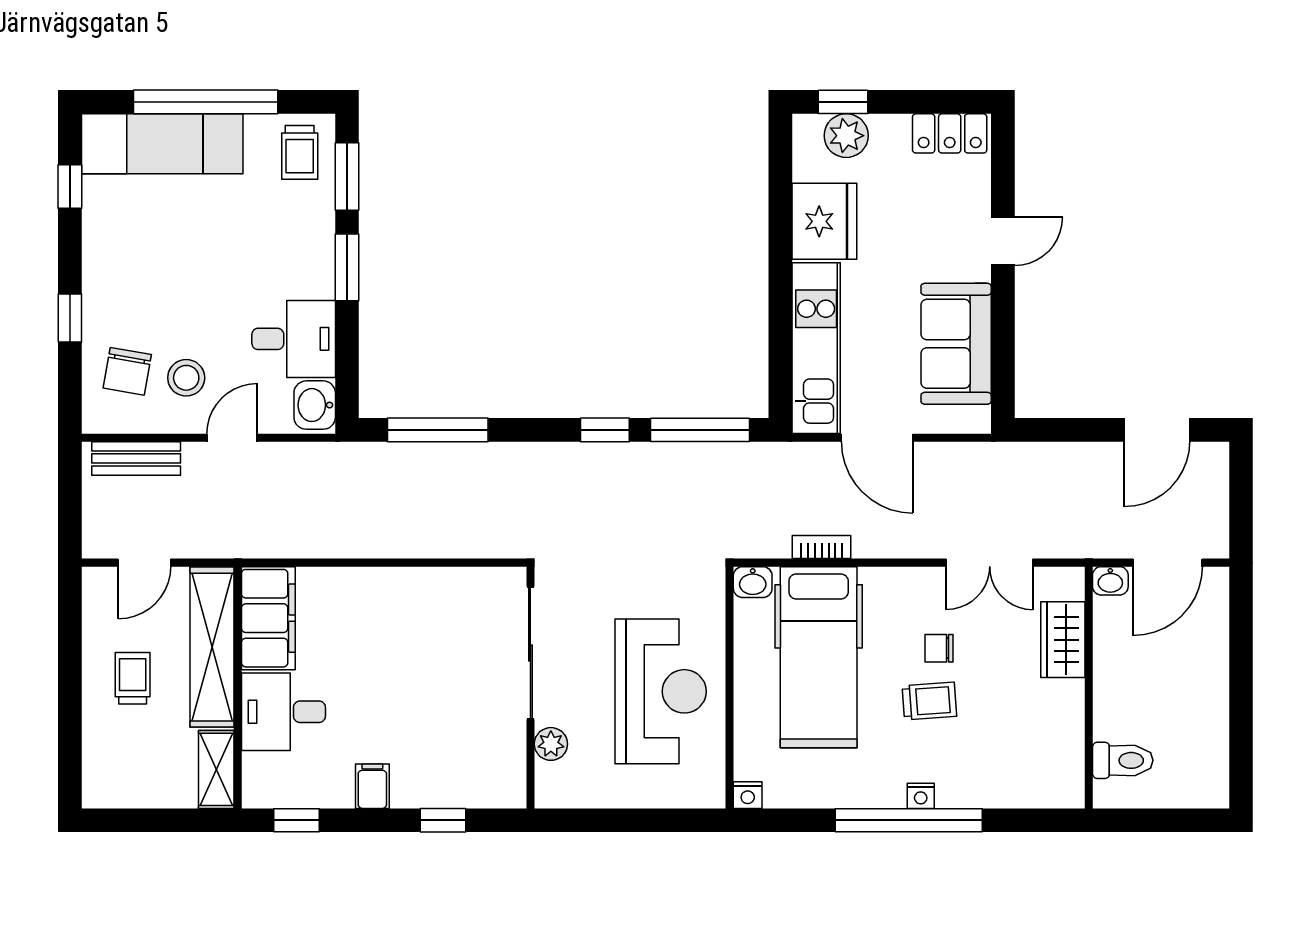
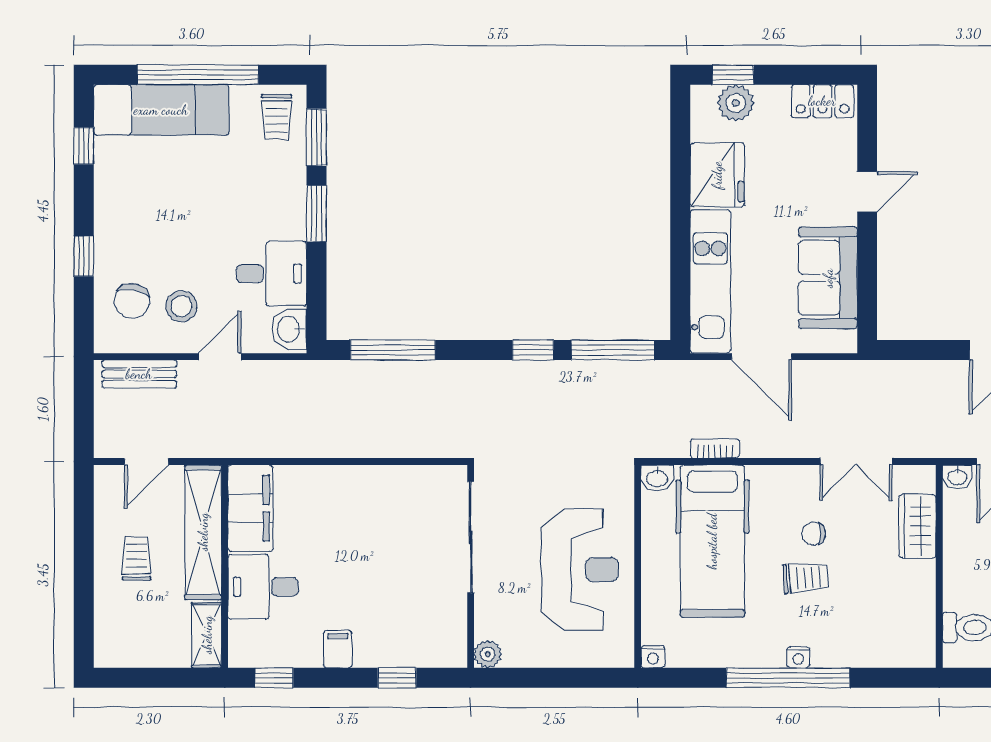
plant: (551, 744) -> (488, 654), moved

